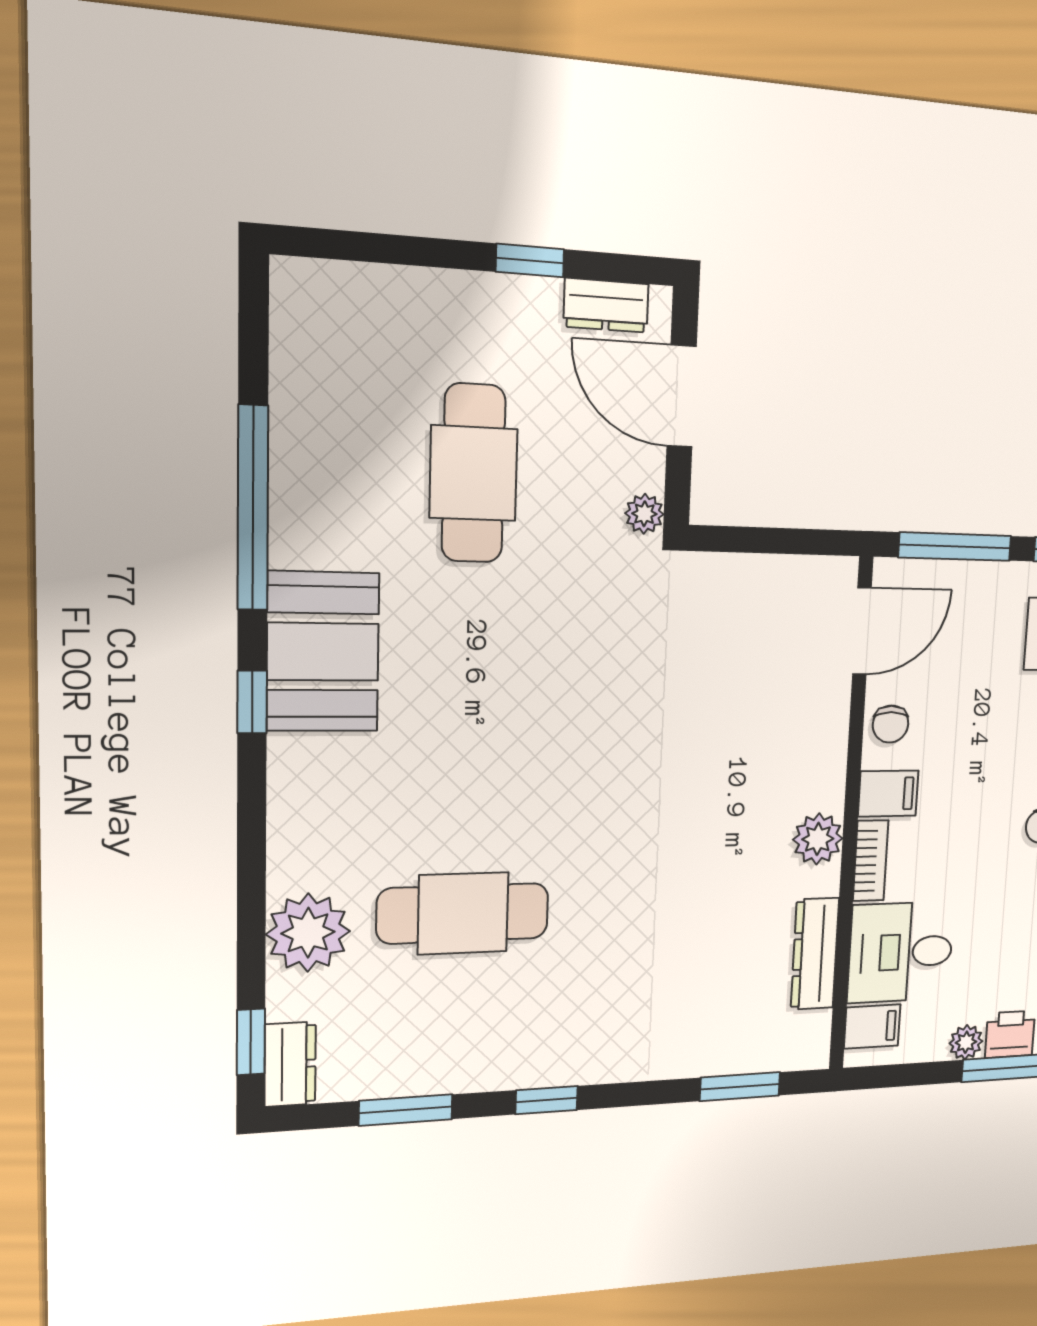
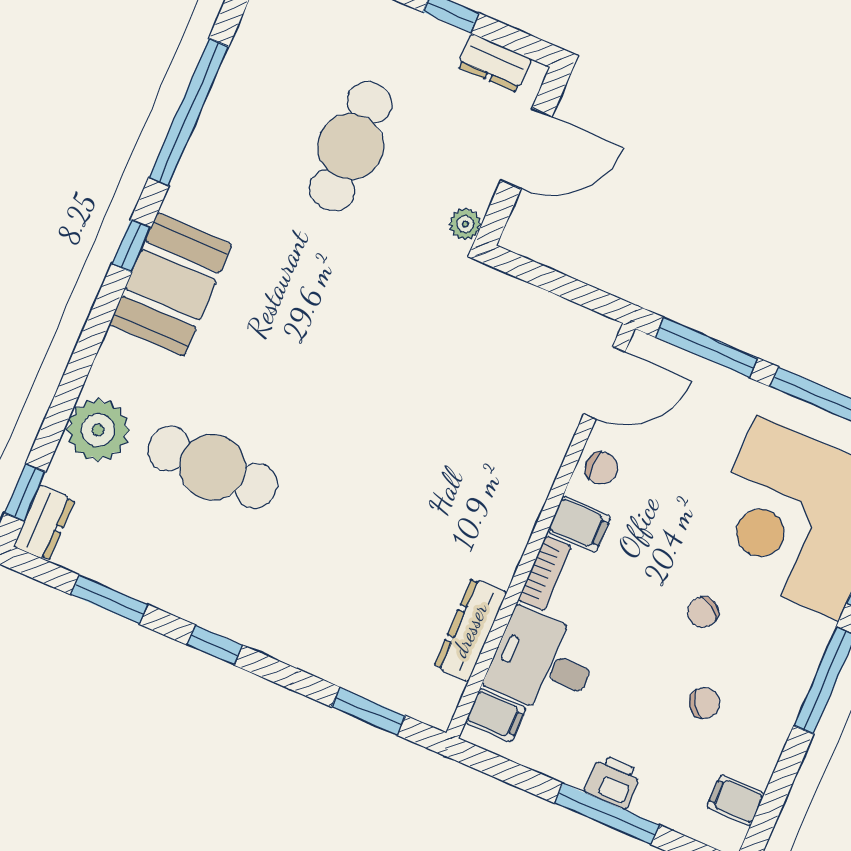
door: (682, 396) -> (526, 148), swing flipped
booth: (323, 652) -> (171, 284), moved
chair: (891, 724) -> (601, 468), turned -90
plant: (818, 839) -> (507, 535), removed
plant: (966, 1042) -> (571, 769), removed

